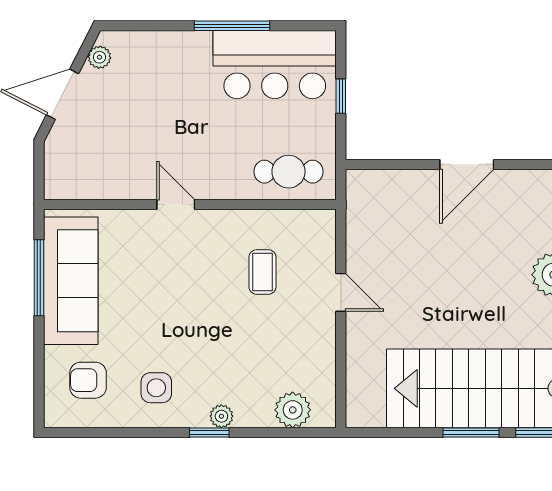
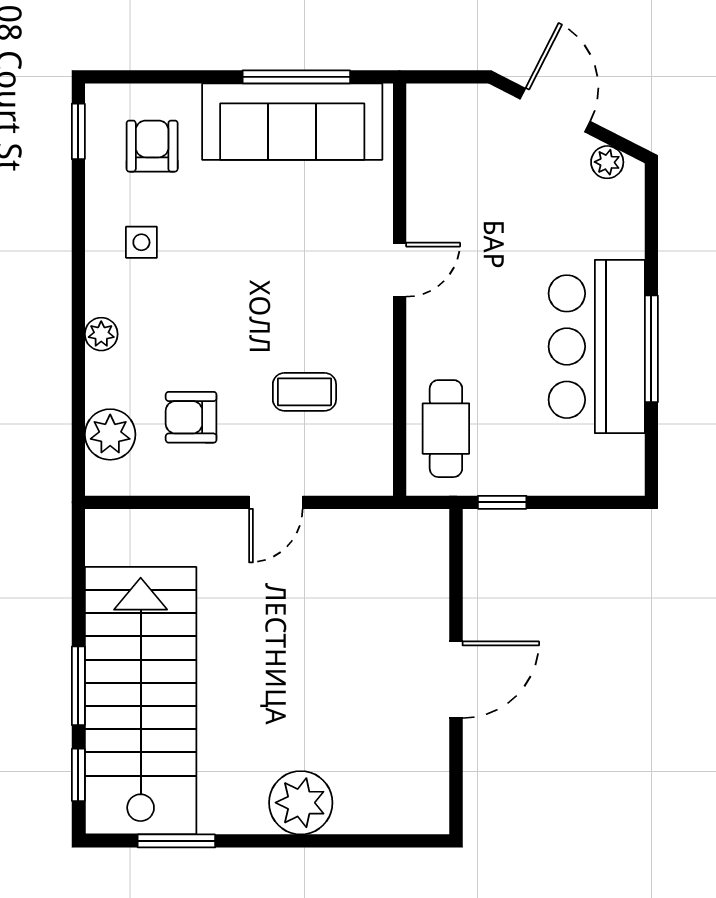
bar counter: (275, 65) -> (597, 347), moved
window: (341, 96) -> (502, 502), moved
door: (467, 164) -> (456, 680), swing flipped
armchair: (280, 352) -> (191, 417), added
side table: (156, 388) -> (141, 242), width x0.73, depth x0.73
window: (209, 433) -> (78, 131), moved

